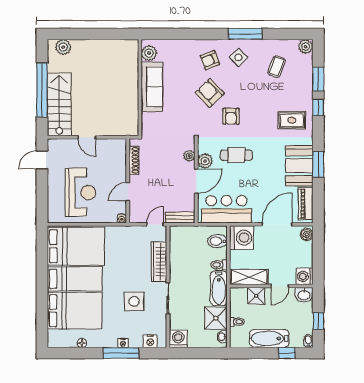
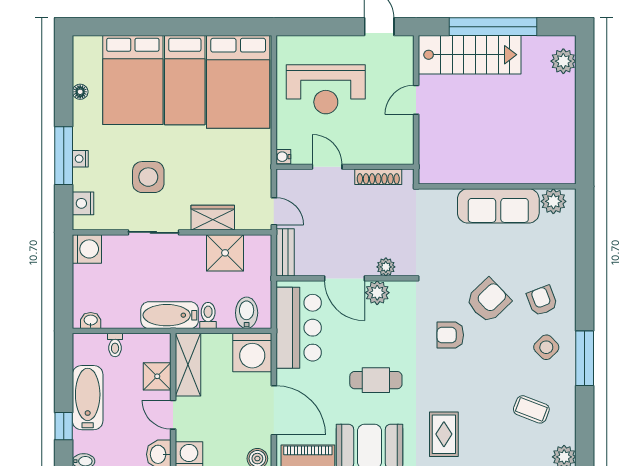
cafe table: (236, 155) -> (376, 380), moved, turned 90
wardrobe: (159, 262) -> (213, 218), width x0.67
shower: (216, 318) -> (225, 253), moved

